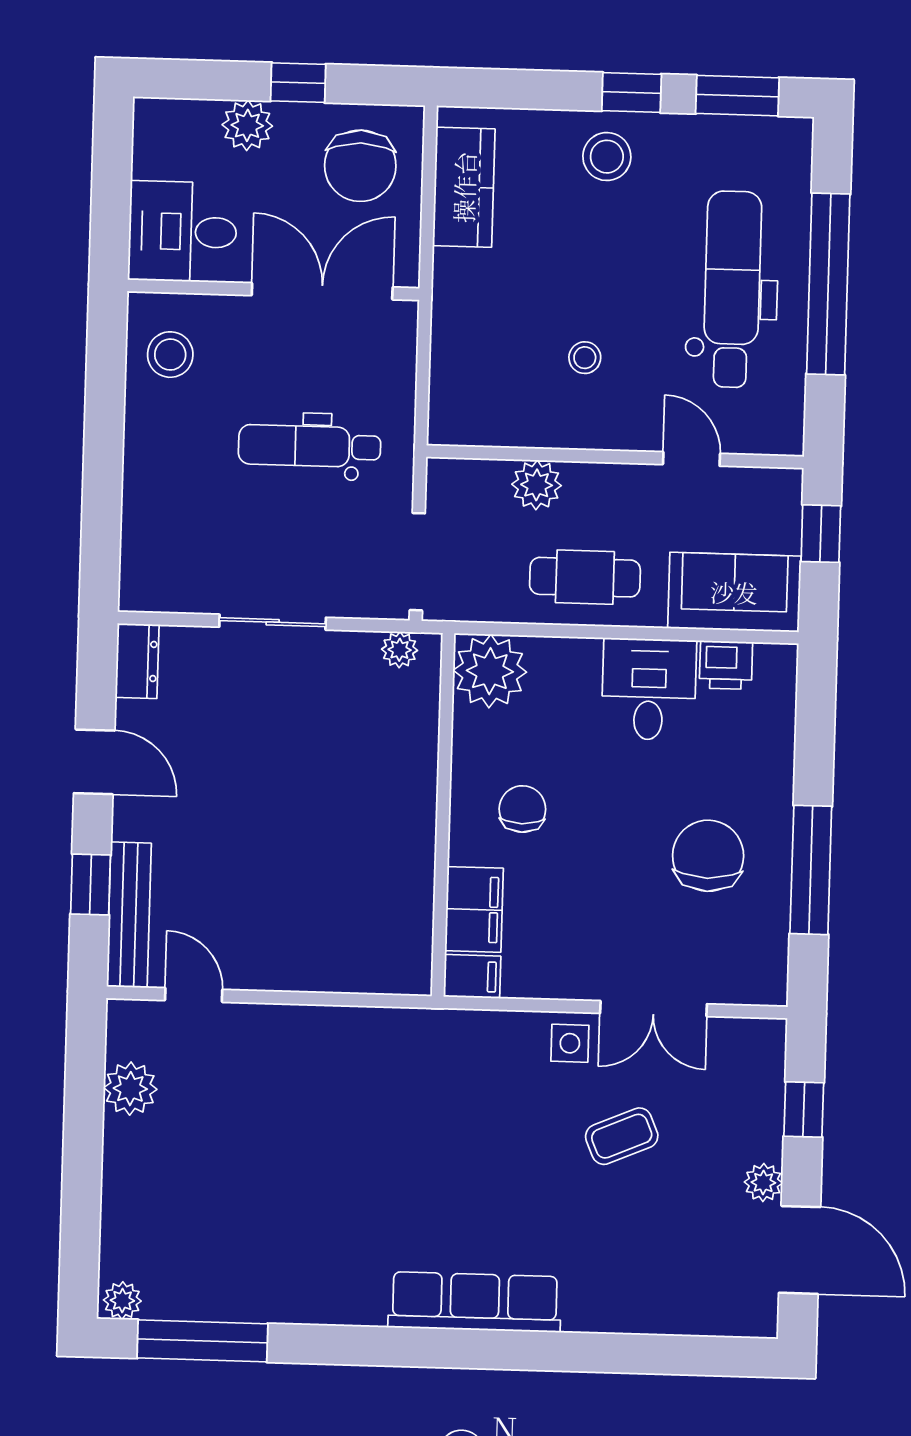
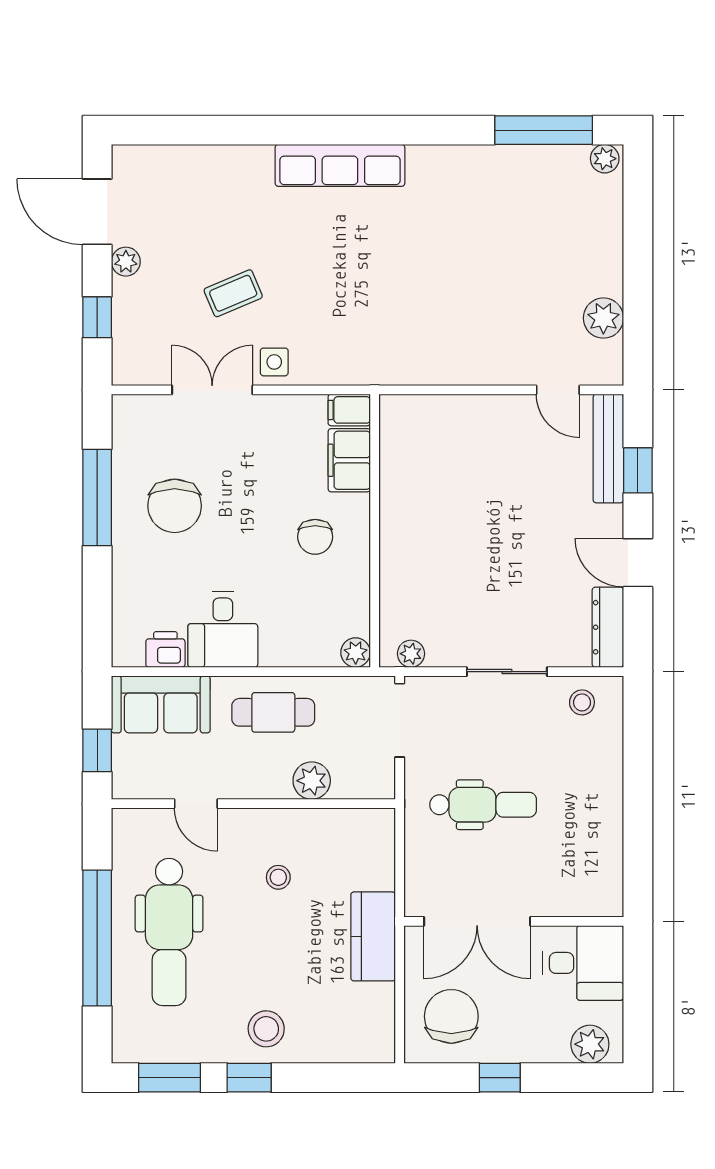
plant: (247, 125) -> (590, 1044), moved
kitchen counter: (464, 187) -> (373, 936), moved
stool: (170, 355) -> (582, 702), moved, width x0.73, depth x0.73
dresser: (137, 661) -> (608, 627), width x1.44
plant: (490, 671) -> (356, 653), width x0.53, depth x0.53

